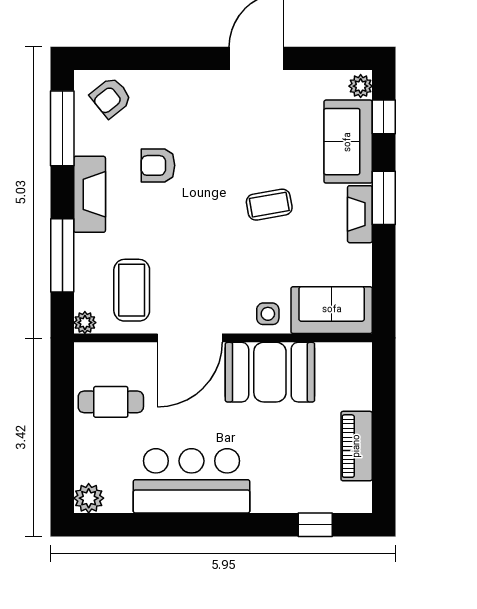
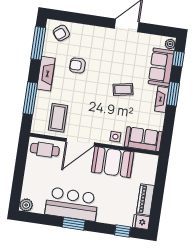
plant: (85, 323) -> (36, 129), removed
cafe table: (111, 402) -> (45, 150), moved
fridge: (354, 498) -> (141, 222), added
window: (202, 525) -> (74, 224), added

